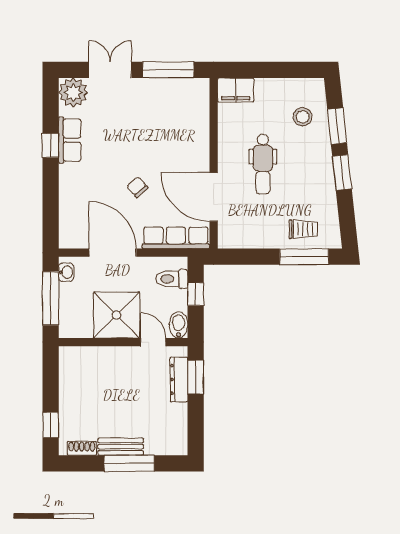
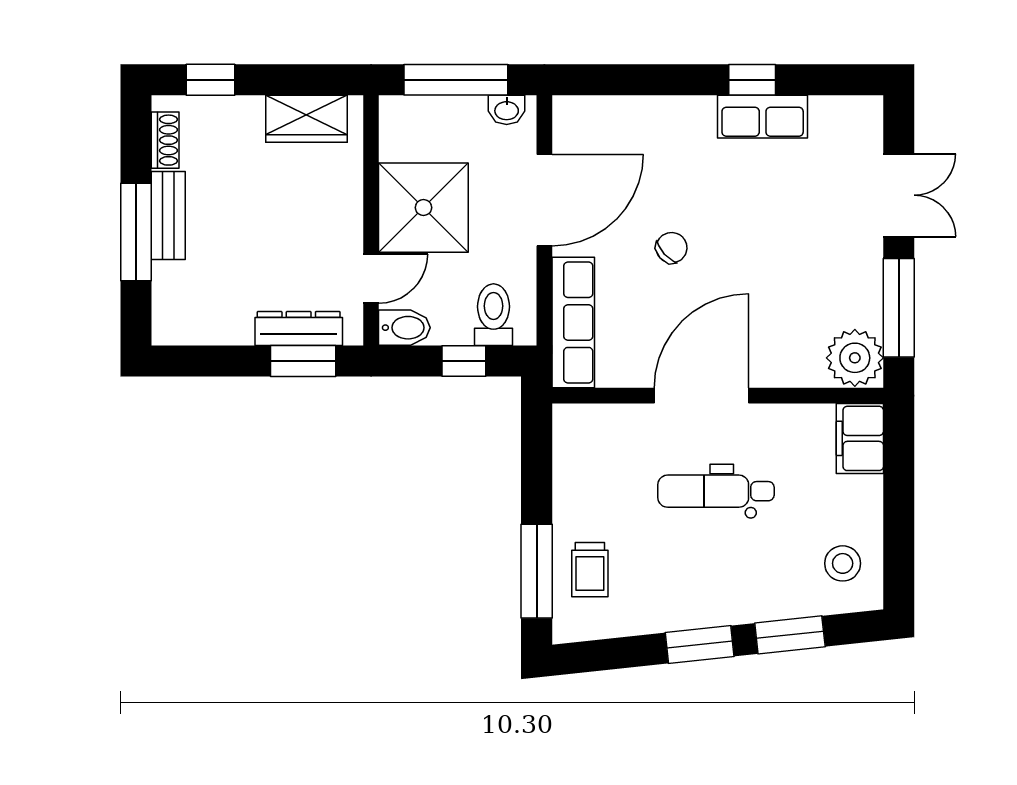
plant: (73, 92) -> (855, 358), moved
stool: (303, 117) -> (843, 563), moved
door: (214, 197) -> (701, 396), moved
wardrobe: (71, 375) -> (307, 119), added

